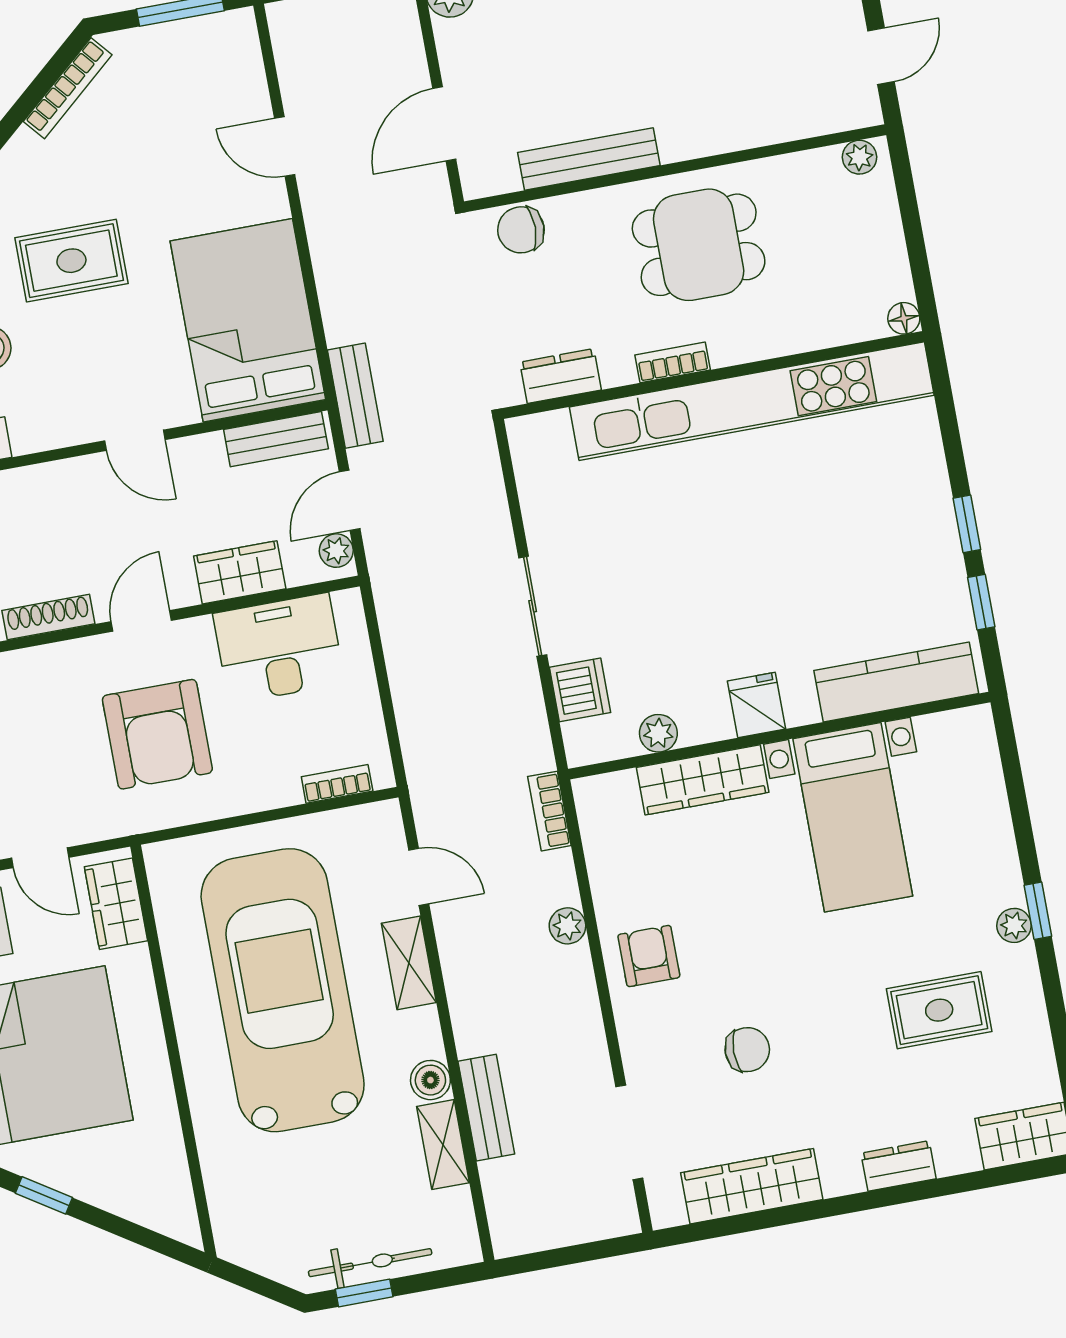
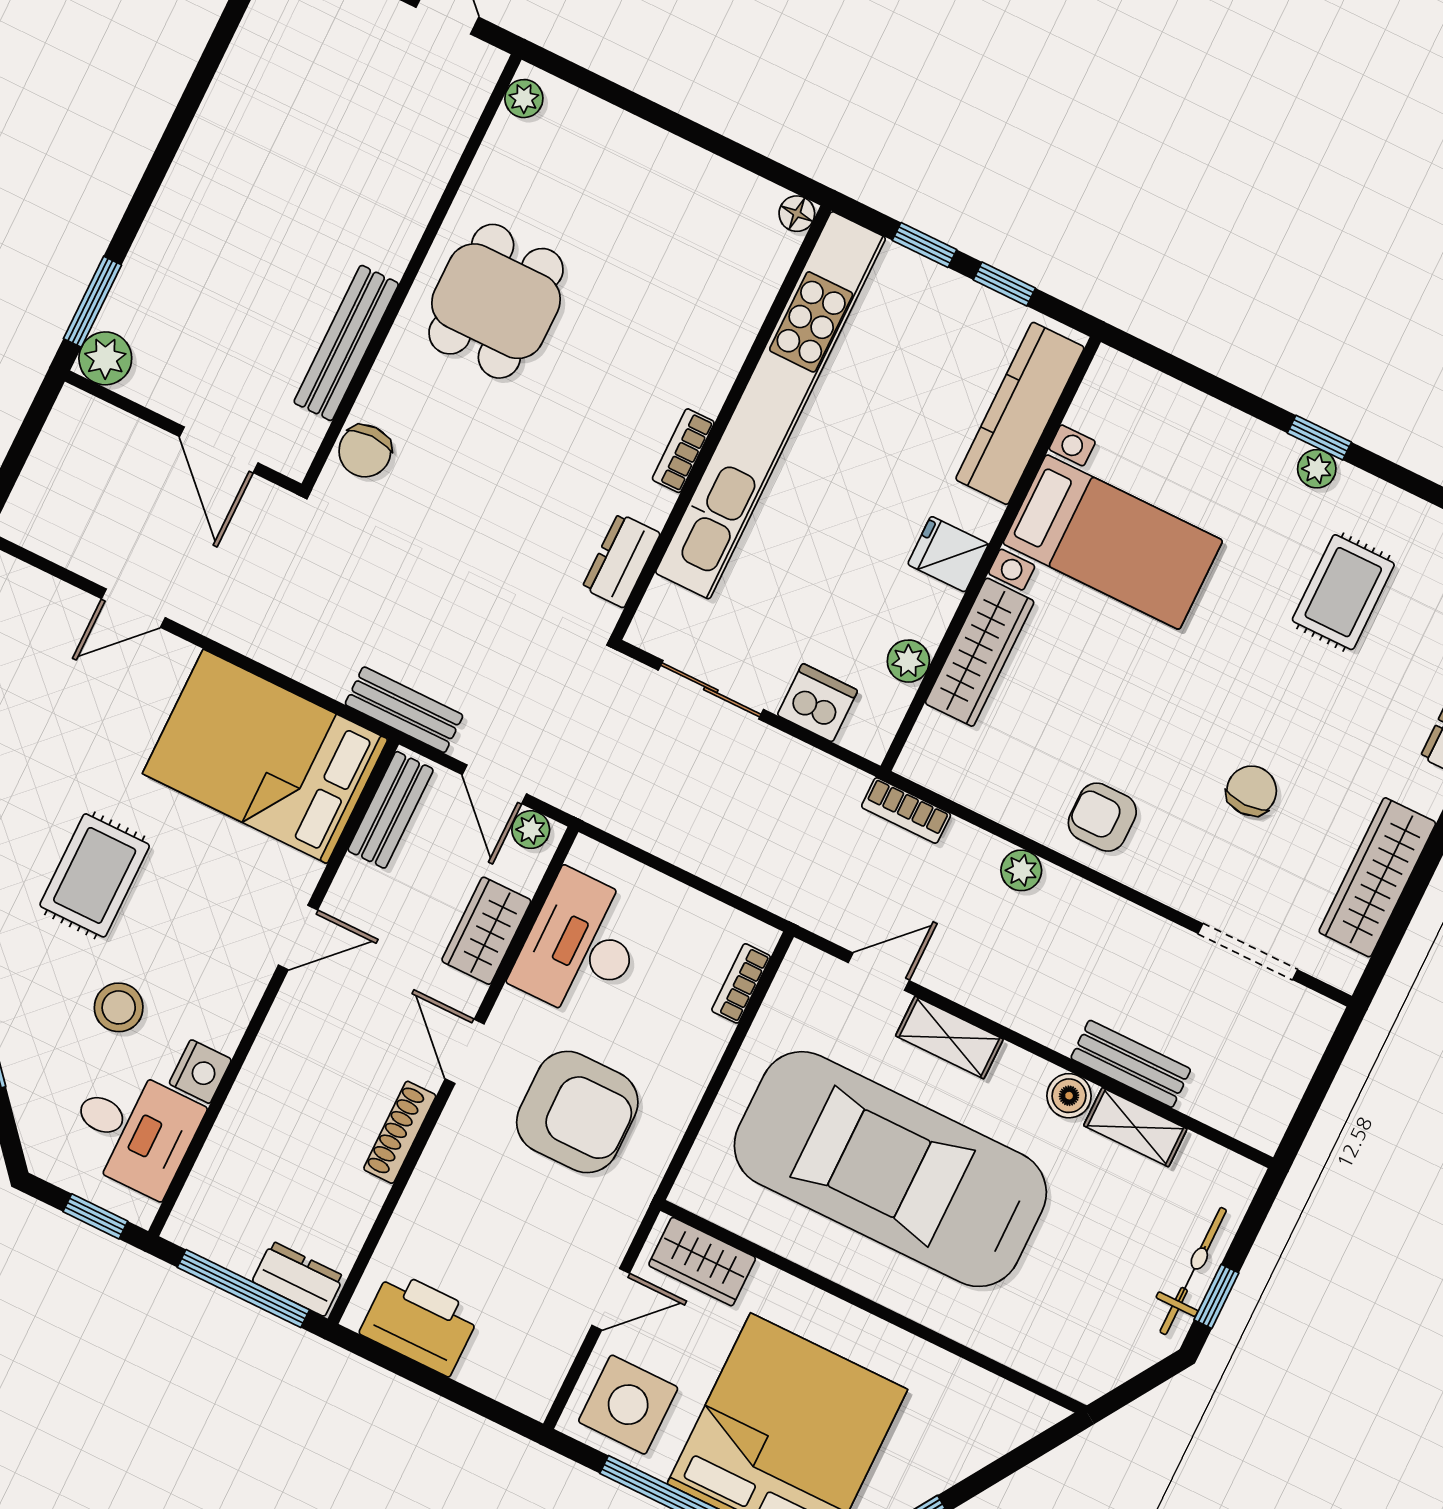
floor lamp: (904, 318) -> (797, 214), moved
bookcase: (673, 362) -> (683, 451), moved
wall: (713, 375) -> (721, 423), moved
dresser: (560, 376) -> (621, 560), moved
kitchen unit: (752, 401) -> (770, 405), moved

